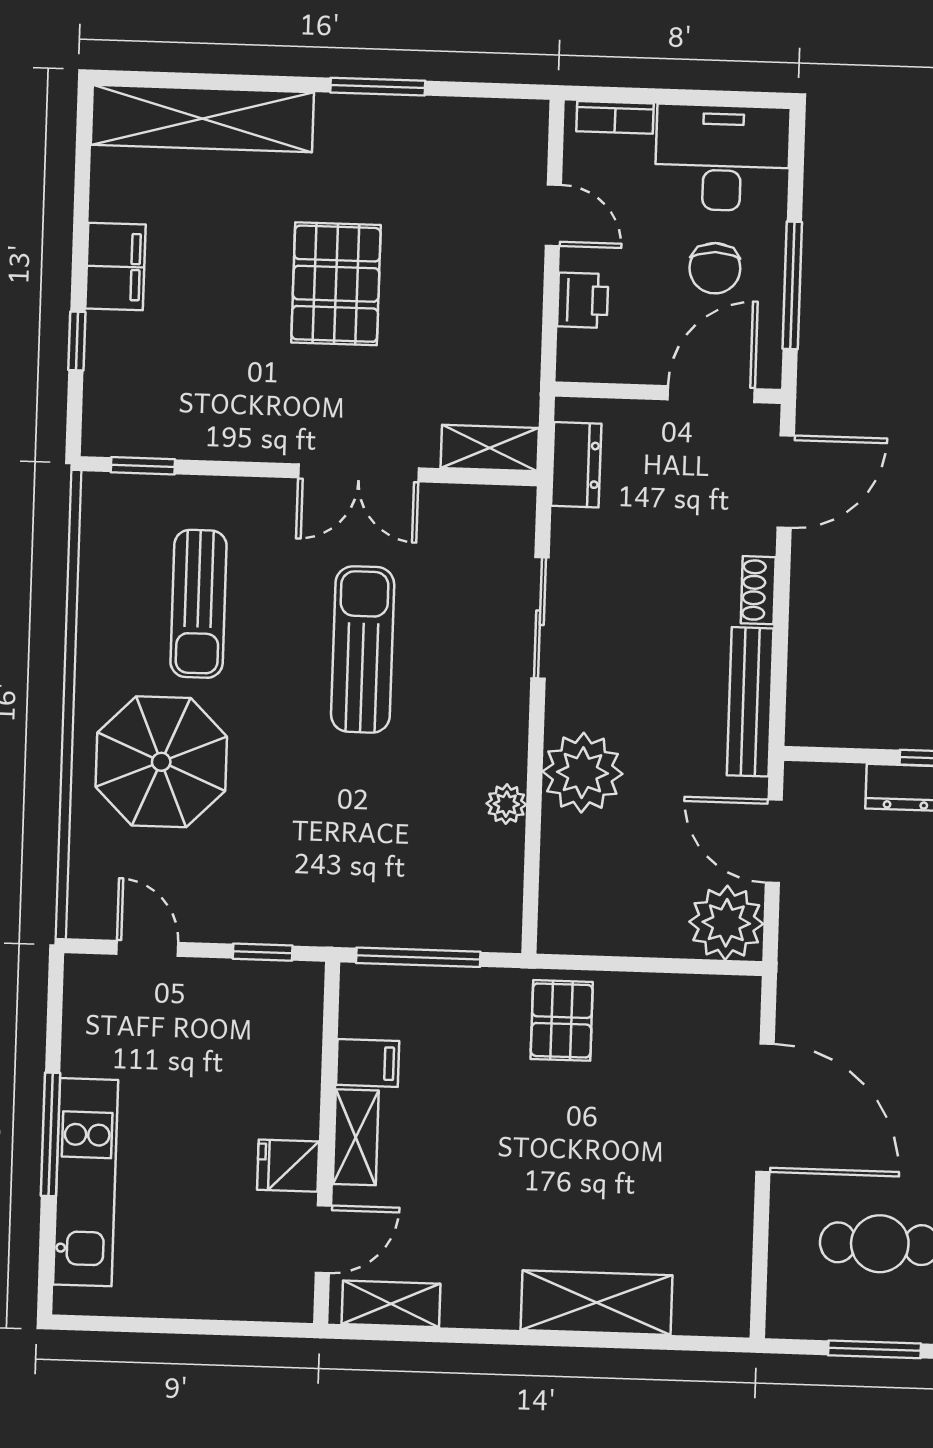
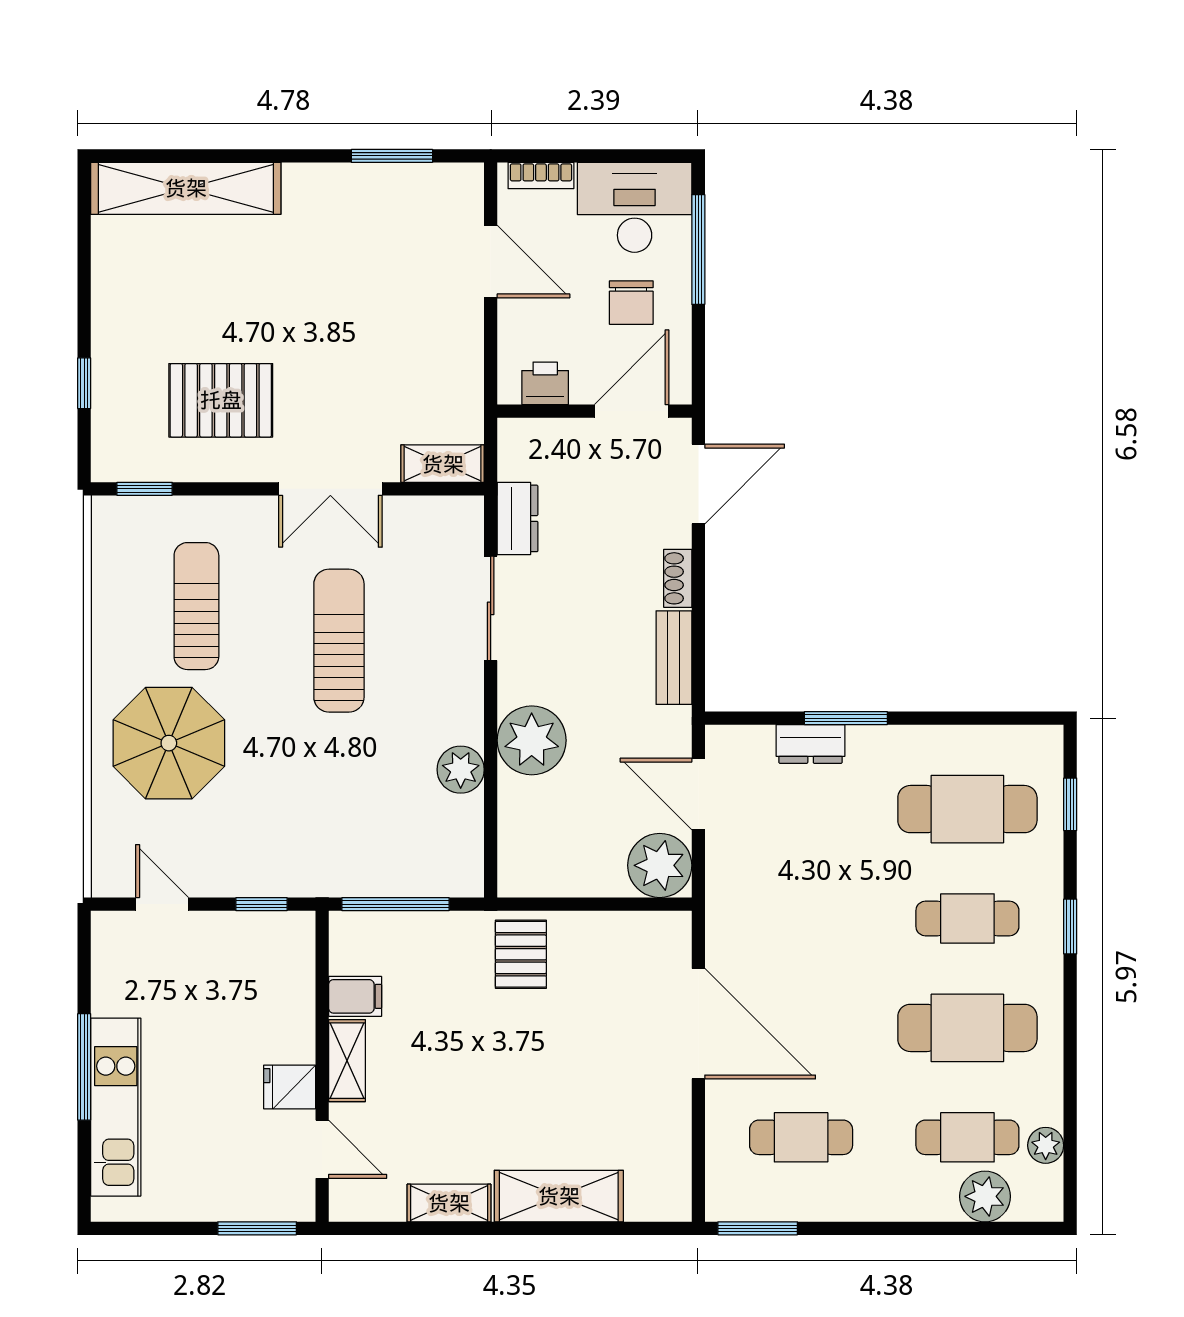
window: (378, 87) -> (392, 156), moved
door: (553, 215) -> (491, 261), width x1.38
filing cabinet: (116, 267) -> (115, 318), removed
pallet: (336, 284) -> (221, 400), moved, turned 90
window: (792, 285) -> (698, 250), moved
printer: (583, 300) -> (545, 383), moved, turned -90
dresser: (576, 465) -> (518, 518), moved
sun lounger: (199, 604) -> (196, 606), turned 180
bench: (750, 702) -> (674, 658), width x0.73
plant: (506, 804) -> (461, 770), width x1.38, depth x1.38
door: (323, 1239) -> (322, 1149), hinge flipped
shelving: (391, 1304) -> (449, 1203), moved
window: (245, 1328) -> (257, 1228), added
window: (874, 1349) -> (758, 1228), moved

